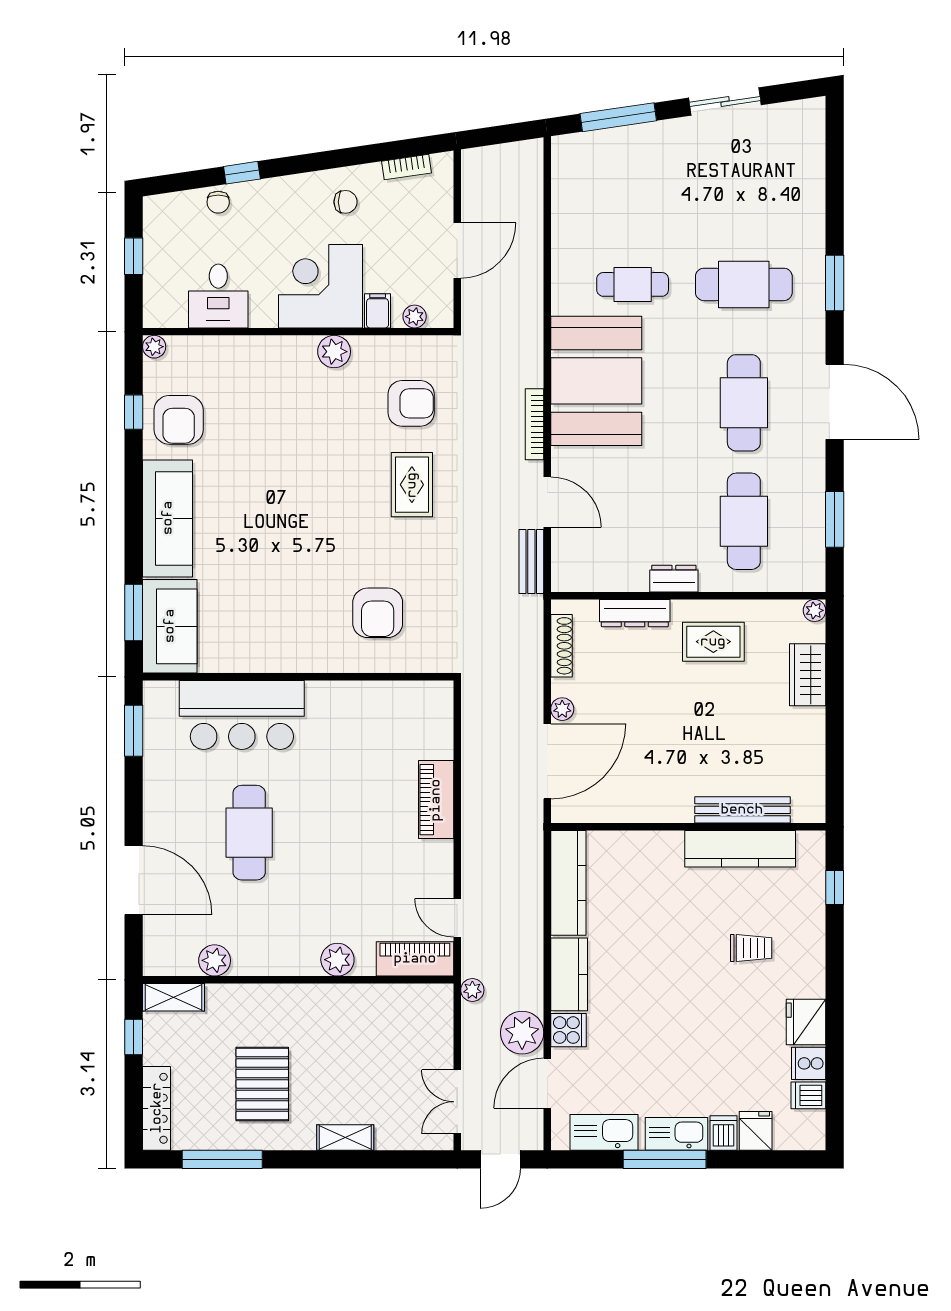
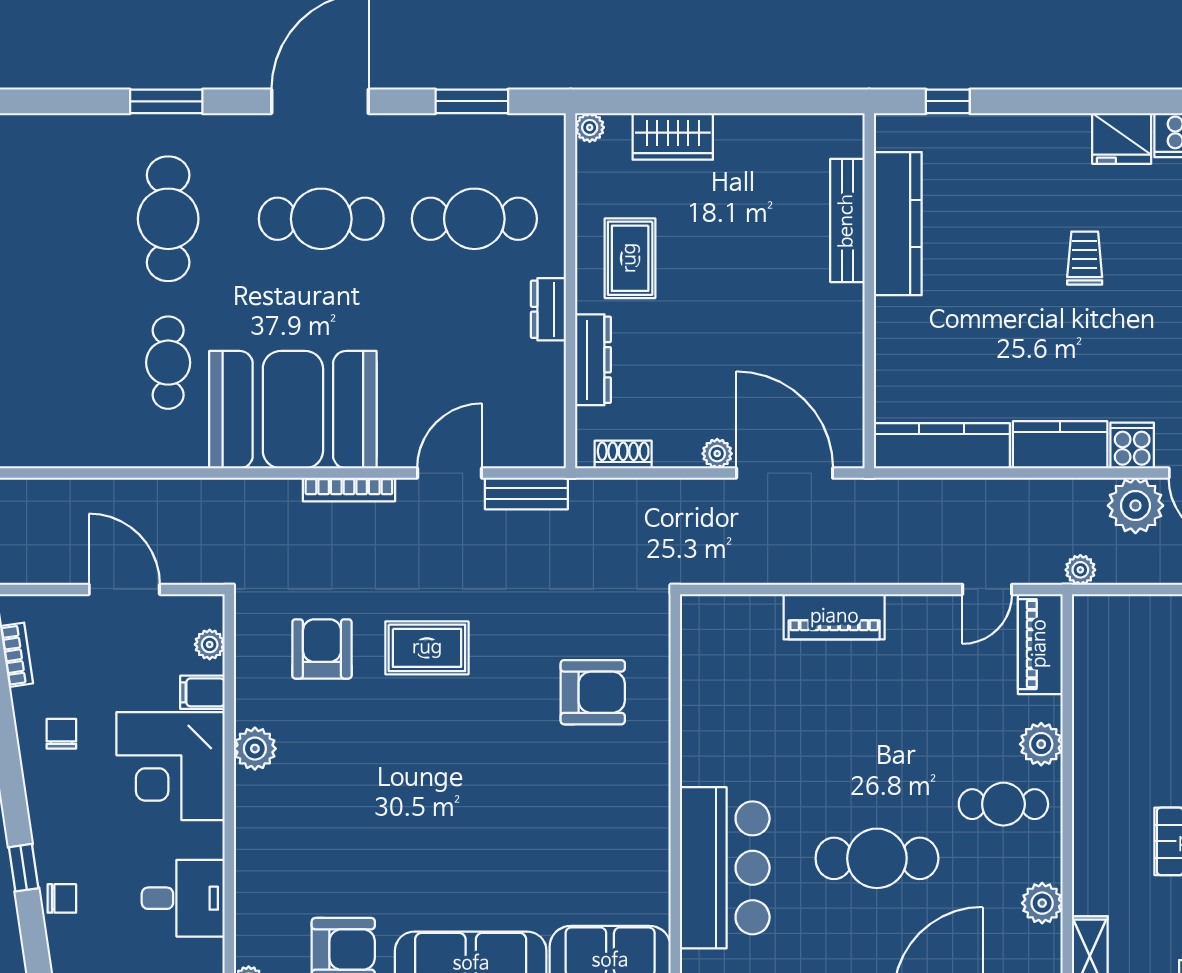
shoe rack: (561, 646) -> (623, 455), width x0.70
cafe table: (291, 930) -> (1003, 804), added
trolley: (751, 948) -> (1085, 258), moved

